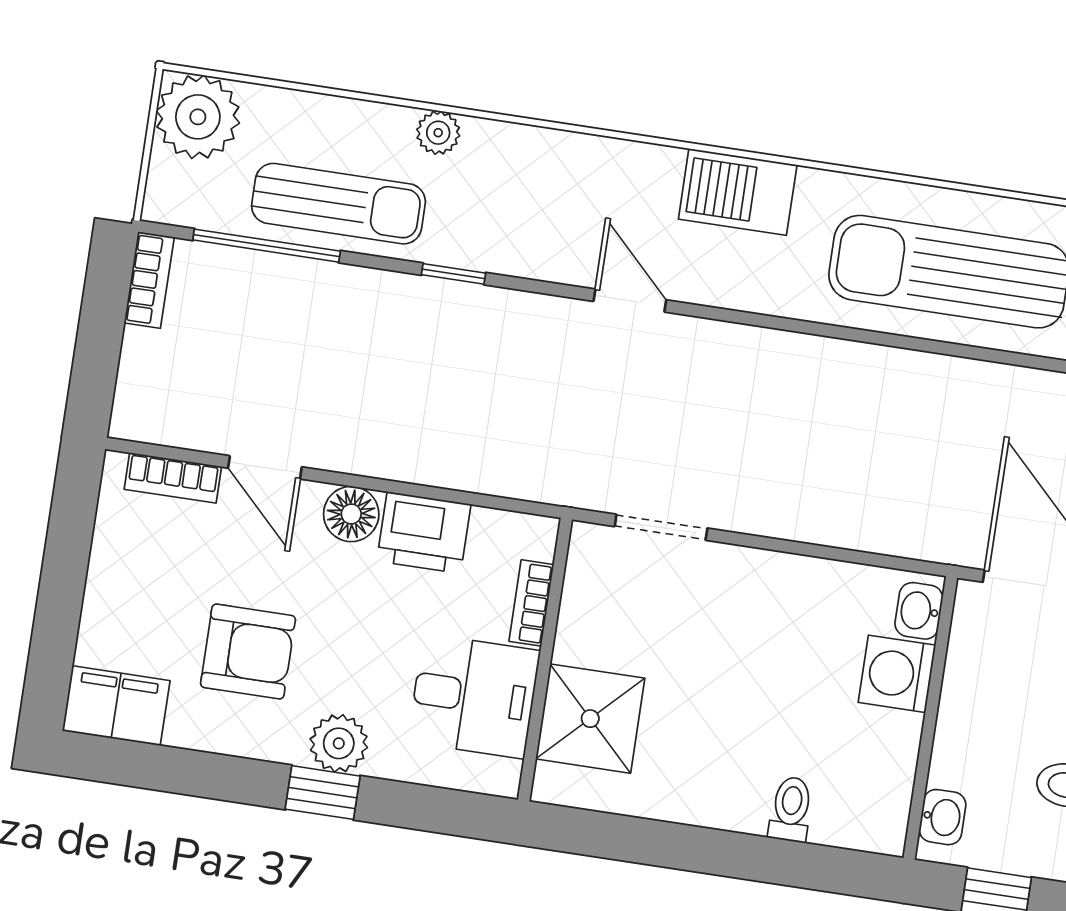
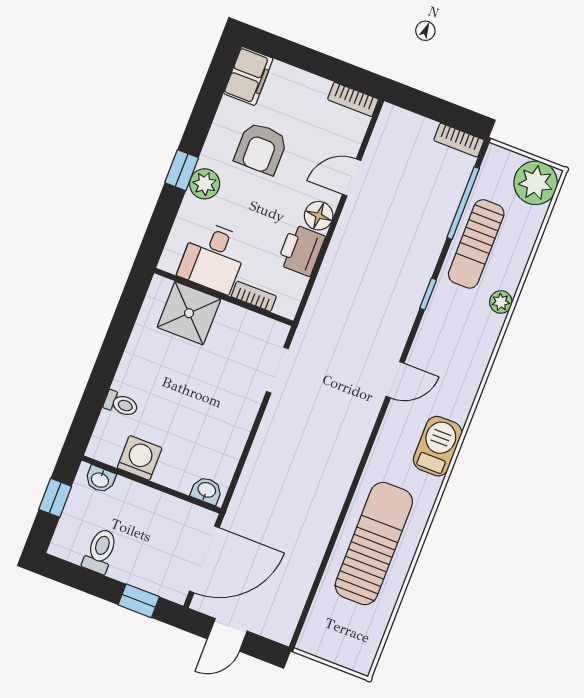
bookcase: (173, 478) -> (353, 99), moved, turned -90
washing machine: (897, 674) -> (140, 458), moved

